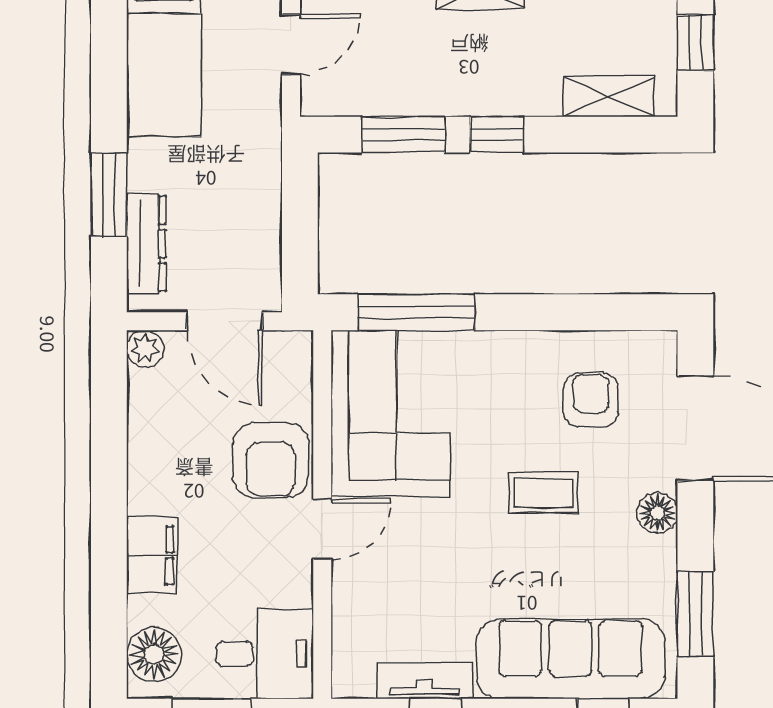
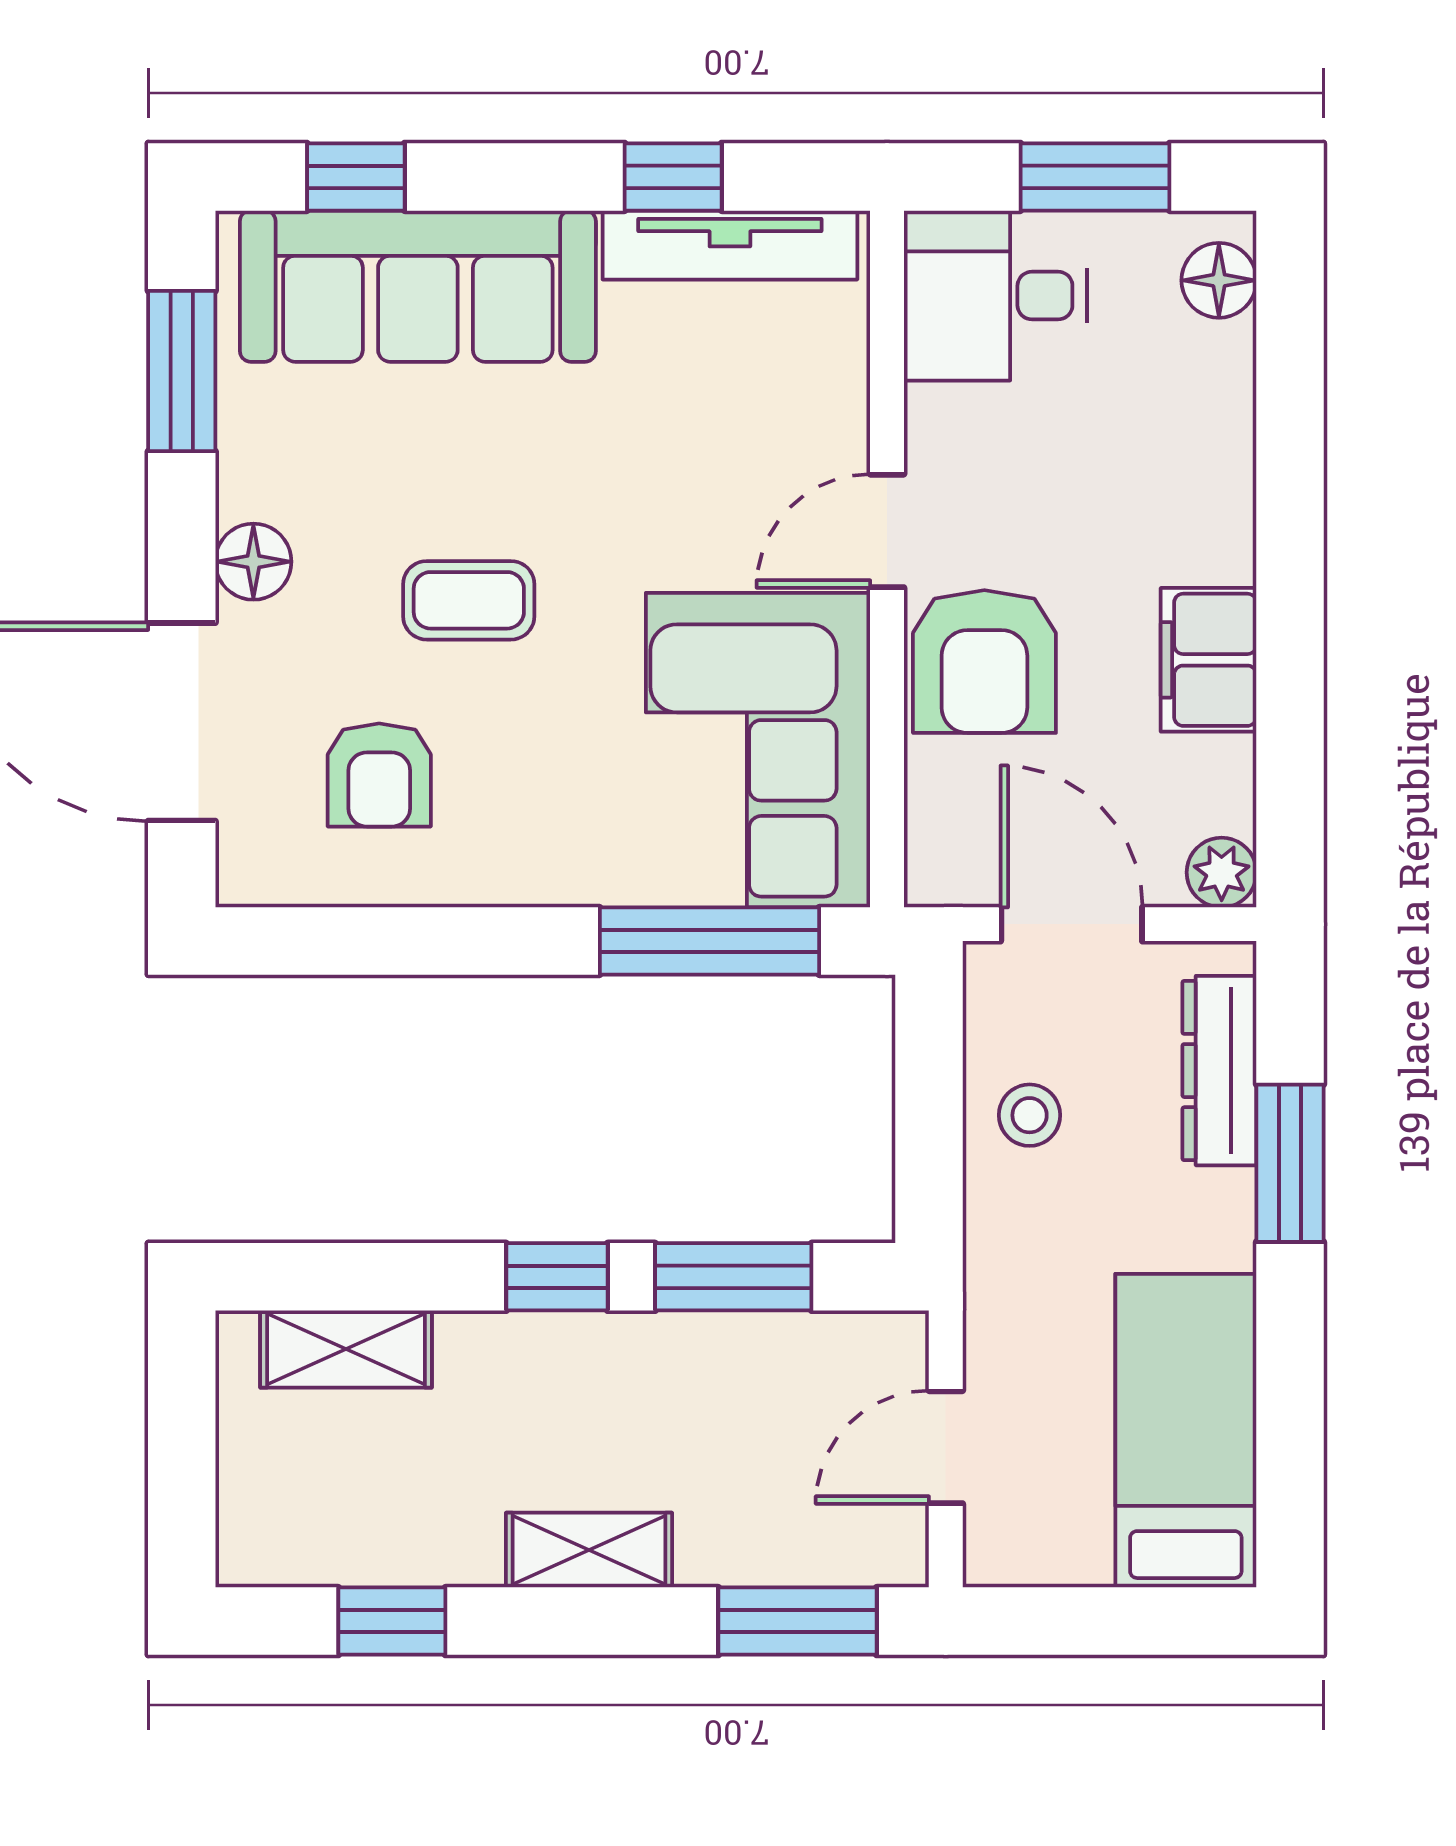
window: (695, 43) -> (182, 1450), removed
stool: (247, 220) -> (1030, 1115), added
armchair: (271, 460) -> (984, 662), turned 180
filing cabinet: (152, 555) -> (1209, 660), moved
floor lamp: (154, 654) -> (1219, 280), width x0.73, depth x0.73
tv unit: (425, 681) -> (730, 245), width x1.41

